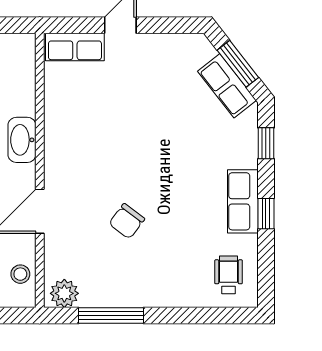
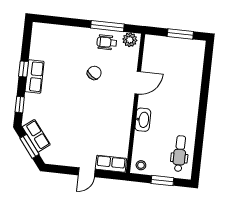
stool: (20, 274) -> (141, 165), moved
wheelchair: (229, 275) -> (107, 42), moved, turned 90

